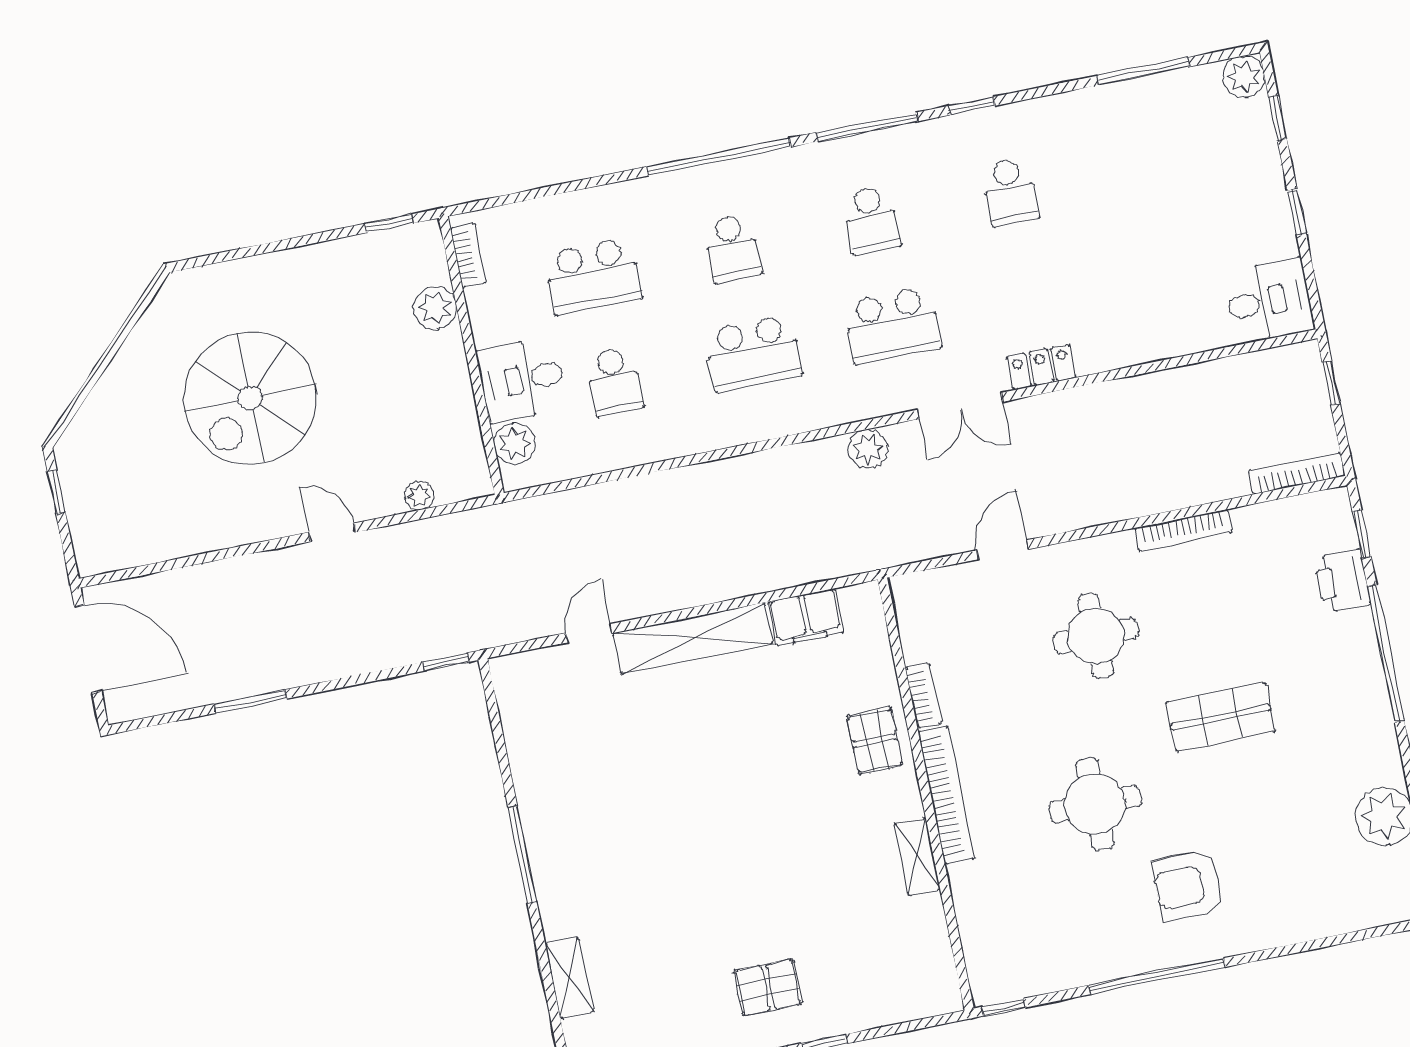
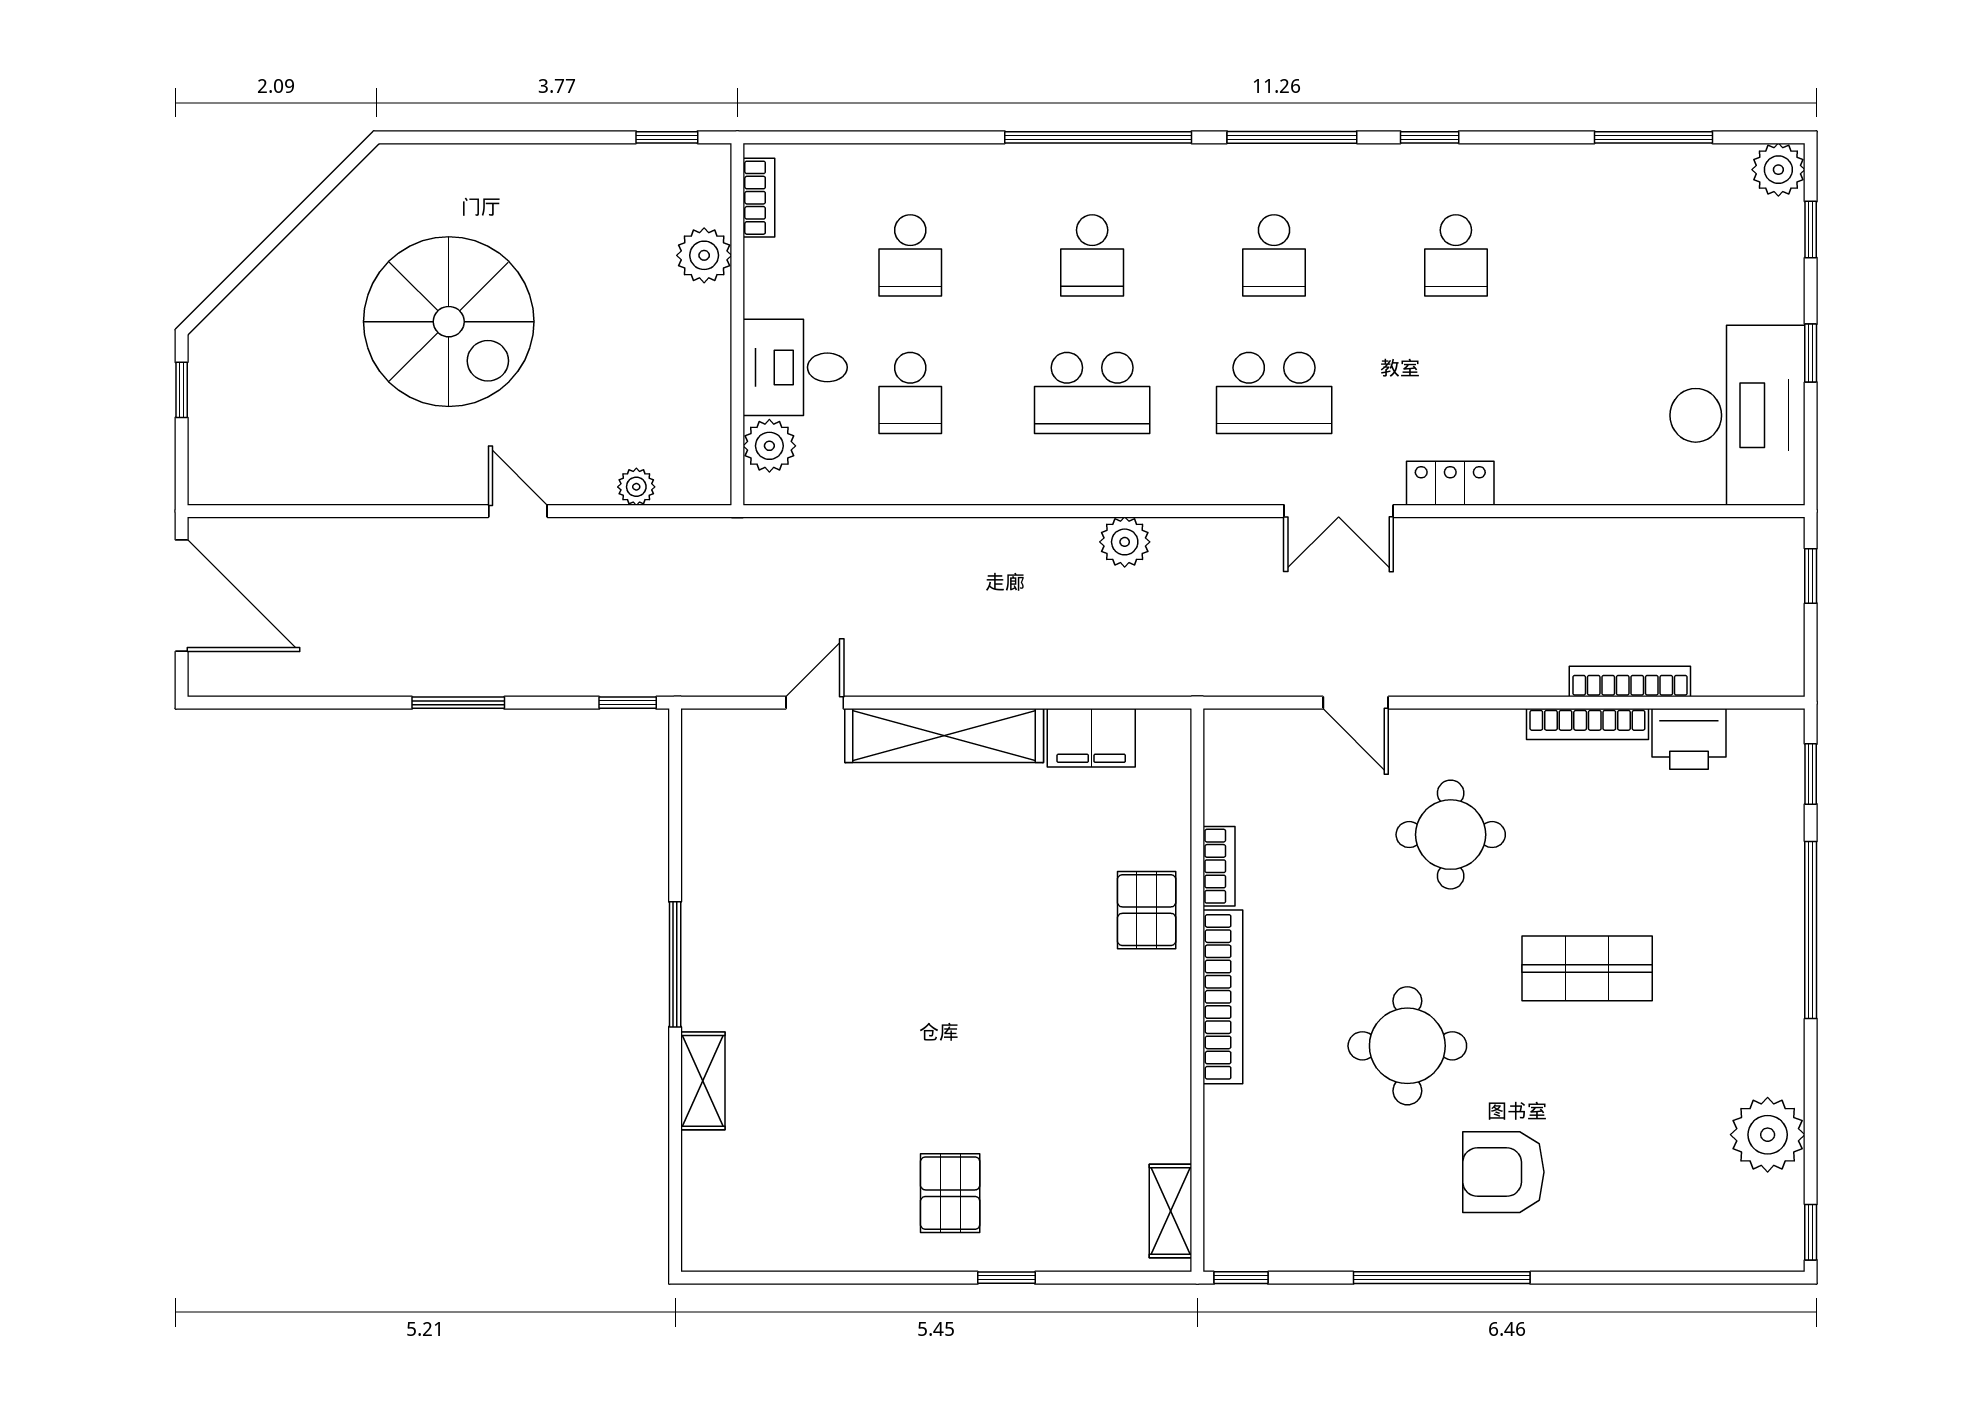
school desk: (593, 276) -> (910, 255), width x0.54
desk: (1269, 301) -> (1738, 415), width x1.87, depth x1.30
spiral stairs: (250, 398) -> (449, 322), turned -90
plant: (868, 449) -> (1125, 542), moved
bookcase: (1297, 473) -> (1630, 682), moved
door: (1003, 550) -> (1356, 703), swing flipped
printer: (1342, 581) -> (1689, 739), moved, turned -90
window: (250, 701) -> (458, 703), moved
shelving: (917, 856) -> (1171, 1211), moved
shelving: (569, 978) -> (703, 1081), moved
pallet: (768, 987) -> (950, 1193), turned 90

